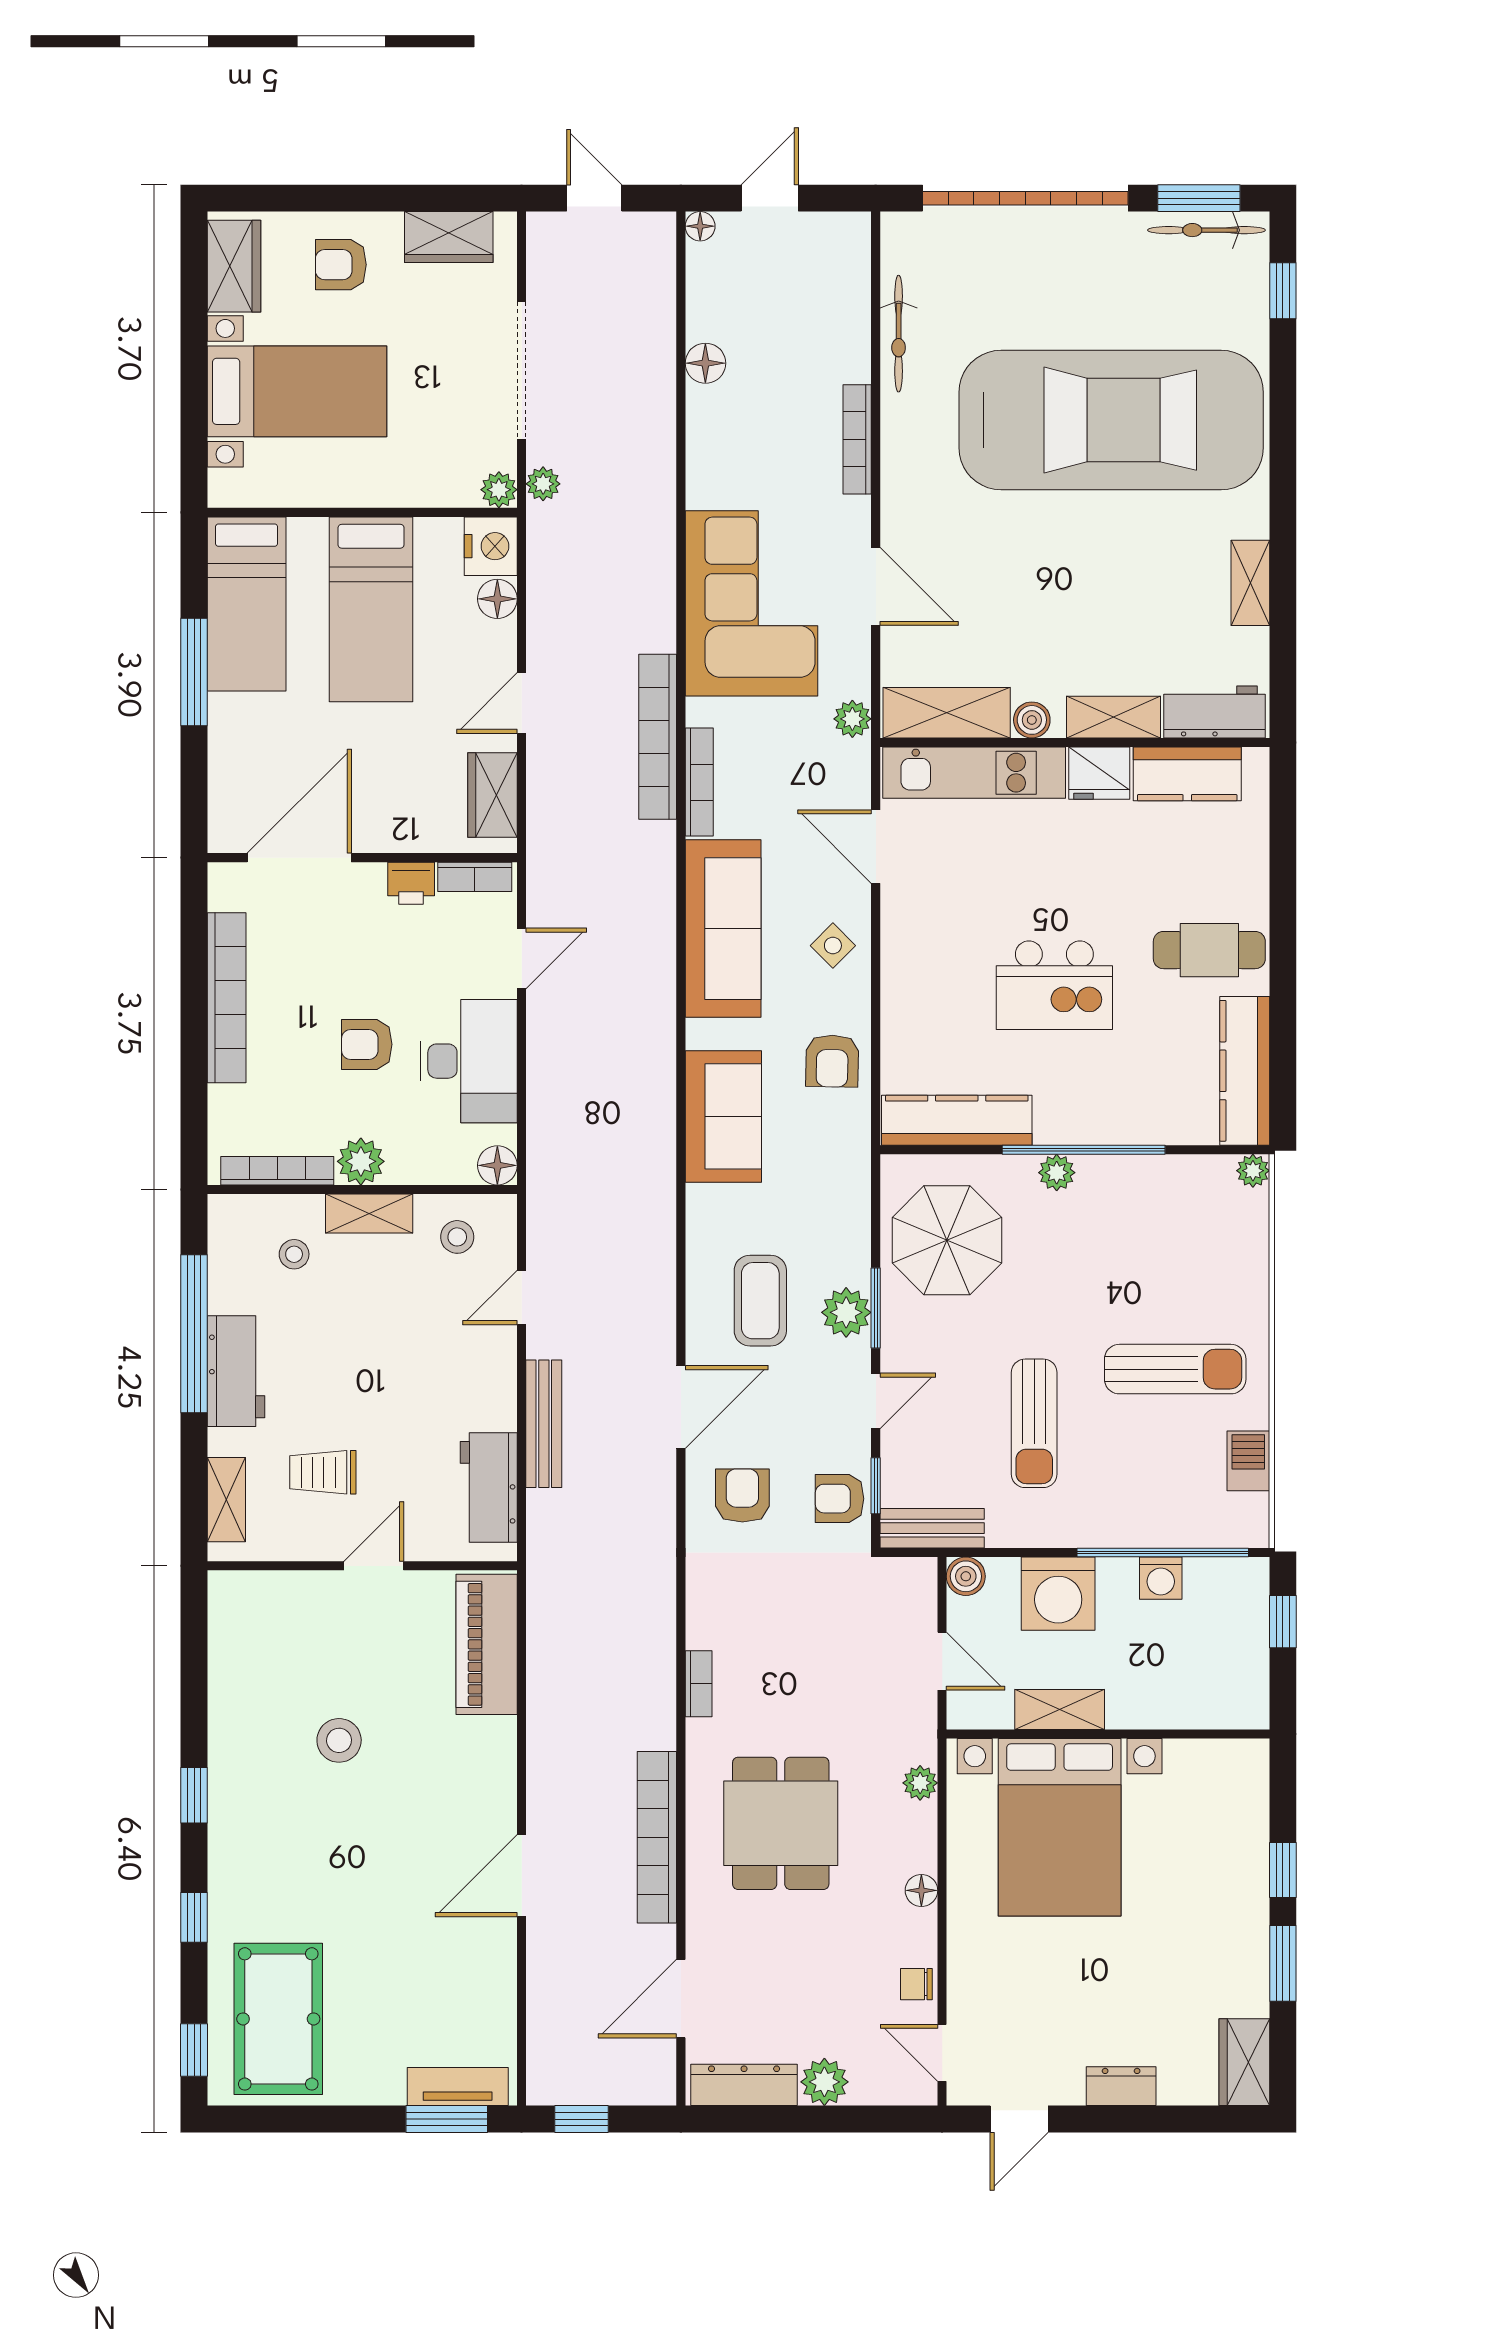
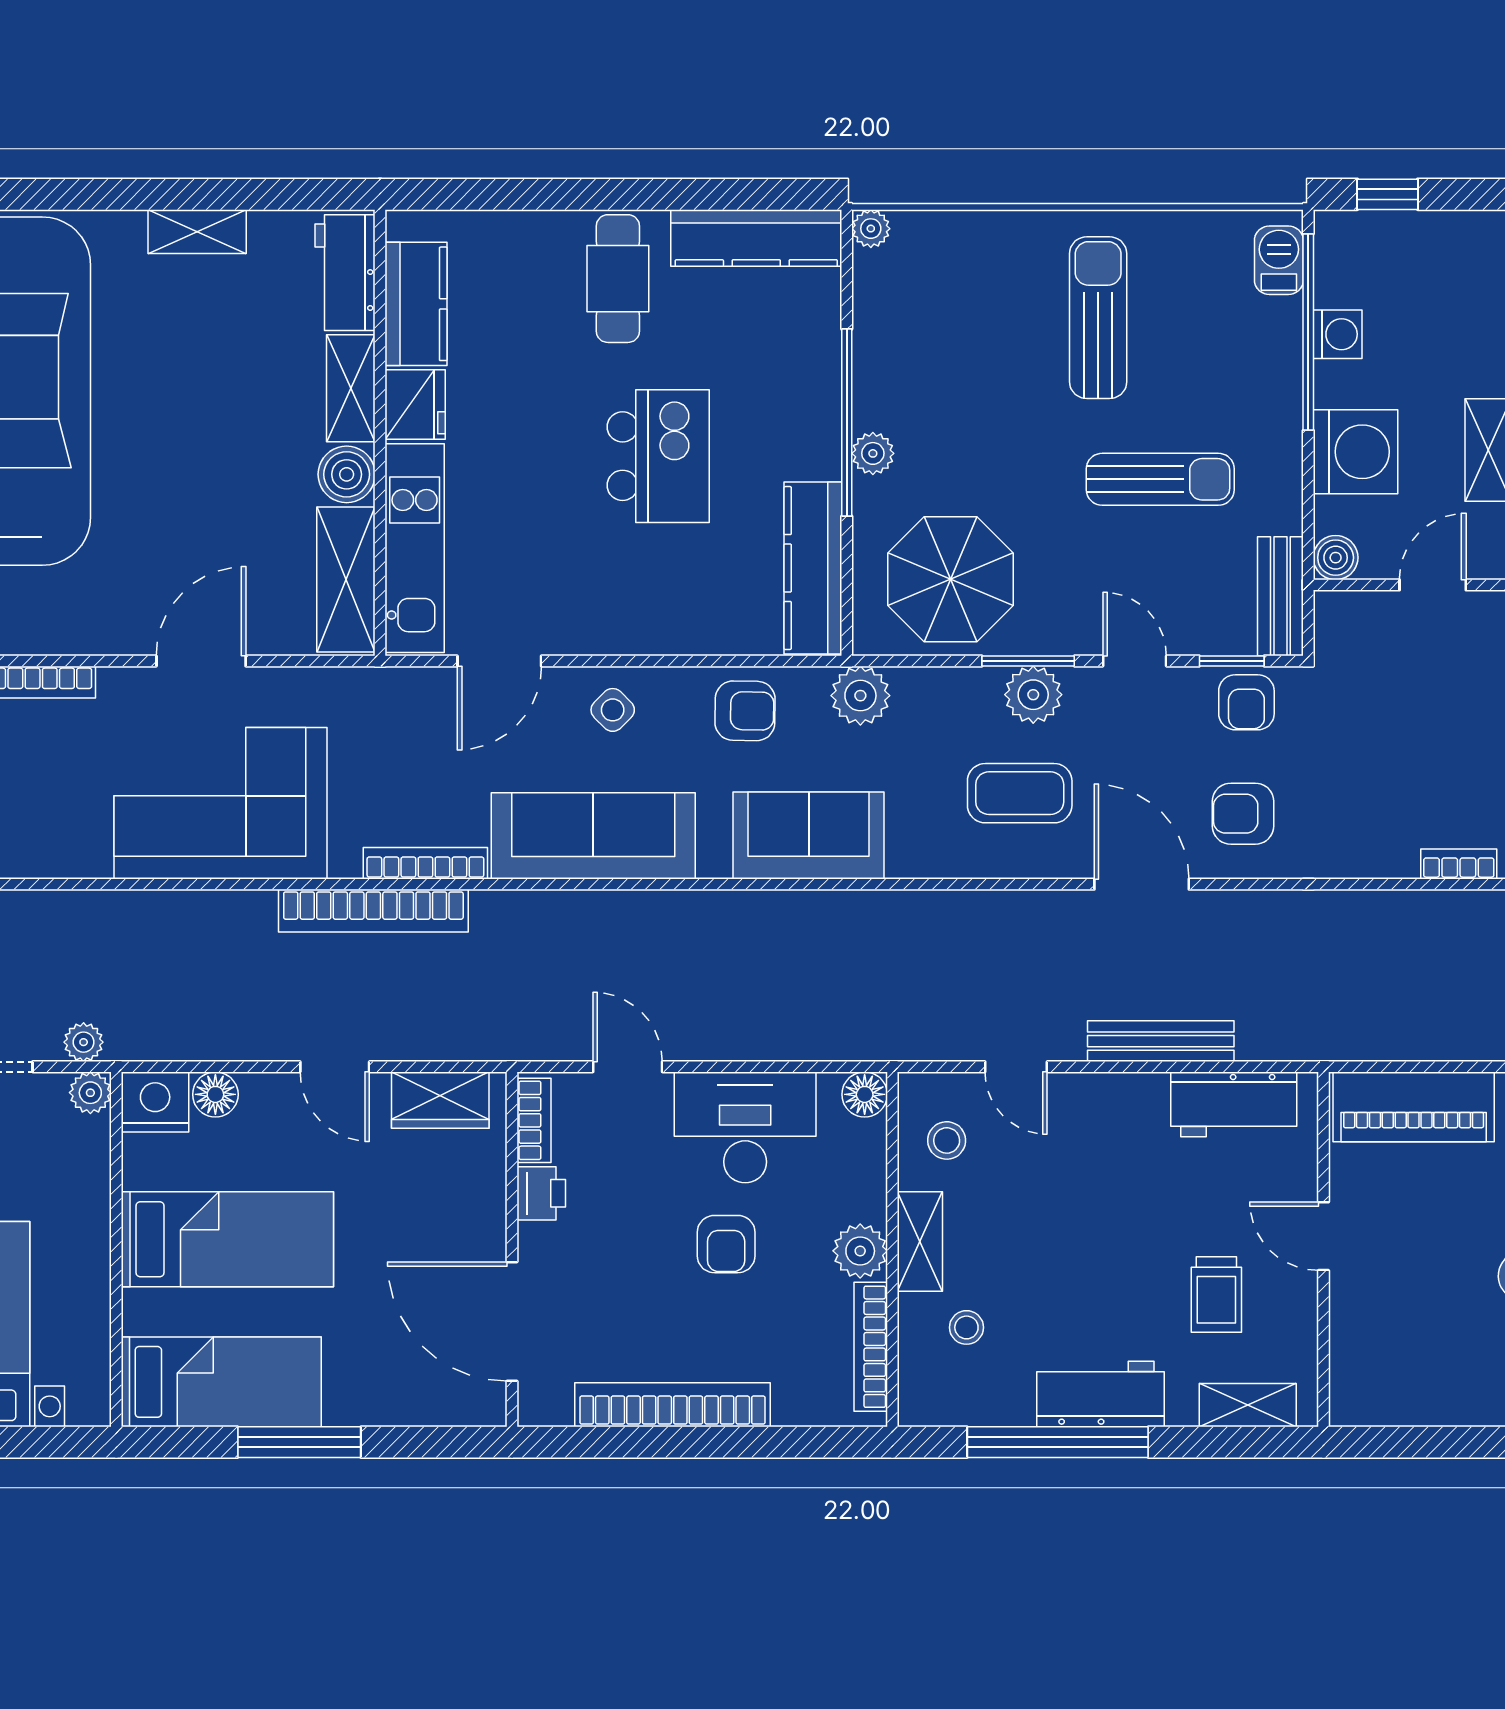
plant: (852, 719) -> (860, 696), moved, width x1.38, depth x1.38
boiler: (1032, 720) -> (347, 474), width x1.36, depth x1.36
barbecue: (1248, 1461) -> (1279, 260), moved, turned 90

